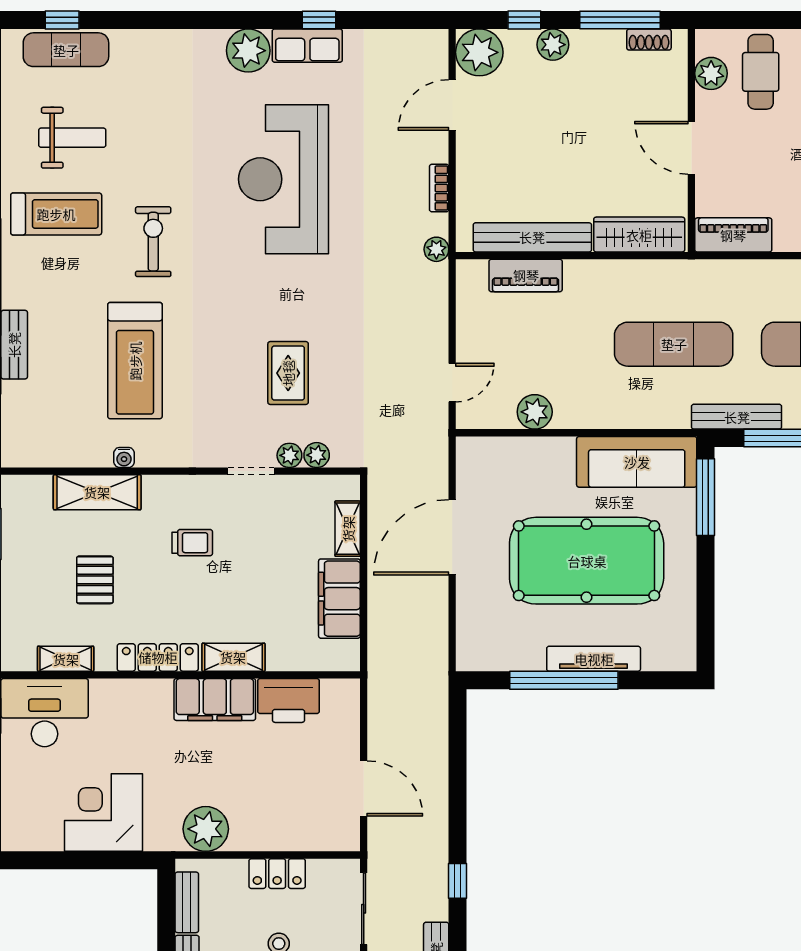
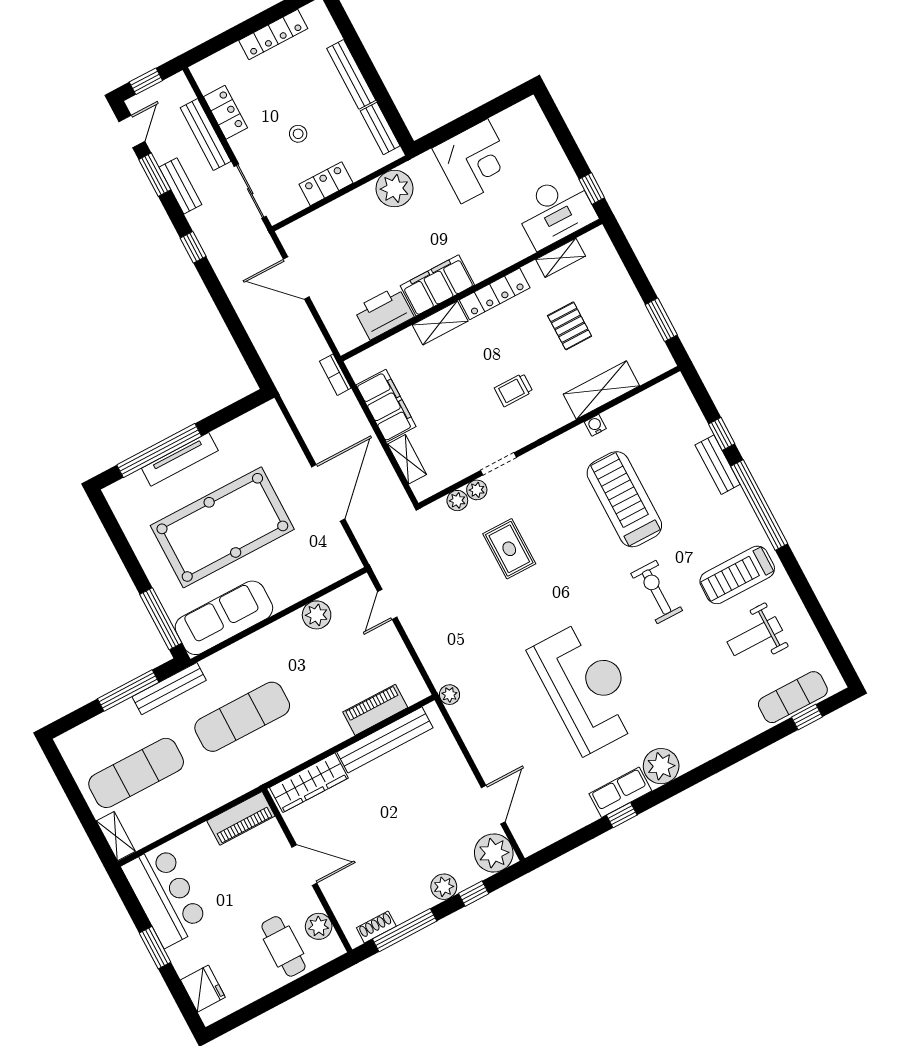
bookcase: (439, 188) -> (335, 375), moved, turned 180
exercise bike: (153, 242) -> (657, 592), turned 180
window: (564, 680) -> (159, 450), moved

